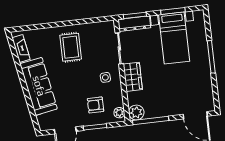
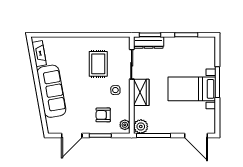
bed with nightstands: (174, 38) -> (192, 89), moved, turned 90
rug: (71, 47) -> (98, 64), moved

